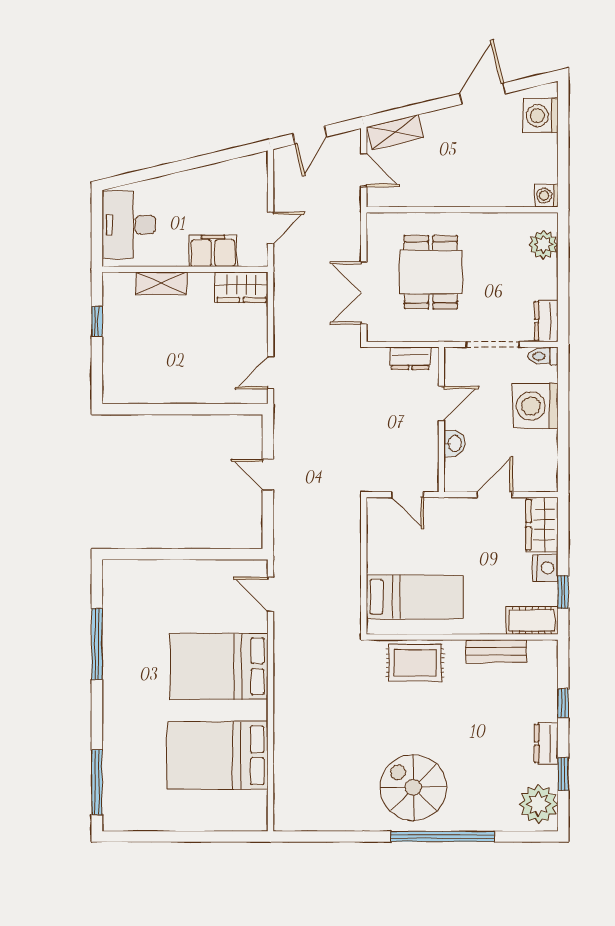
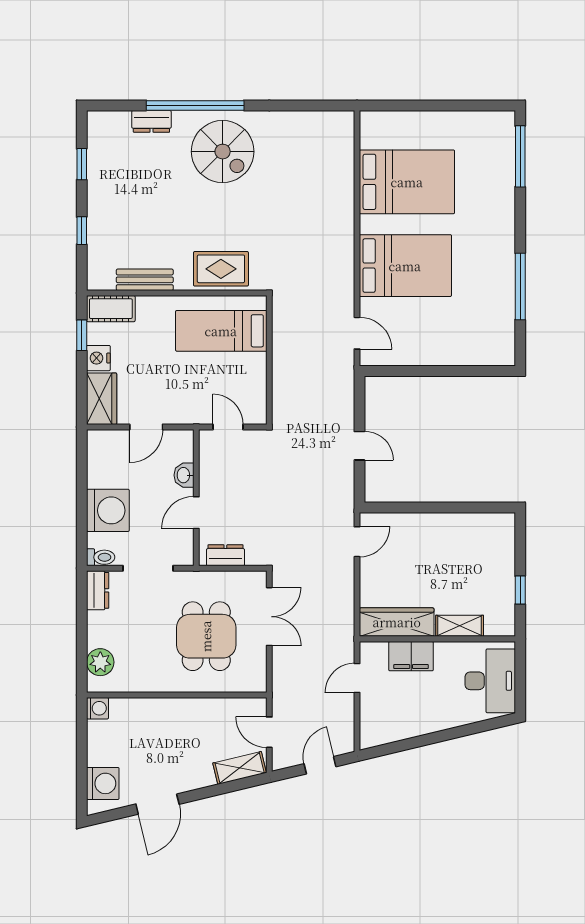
wardrobe: (241, 287) -> (397, 622), width x1.50
dresser: (546, 743) -> (151, 121), moved, turned 90
plant: (539, 804) -> (105, 136), removed

